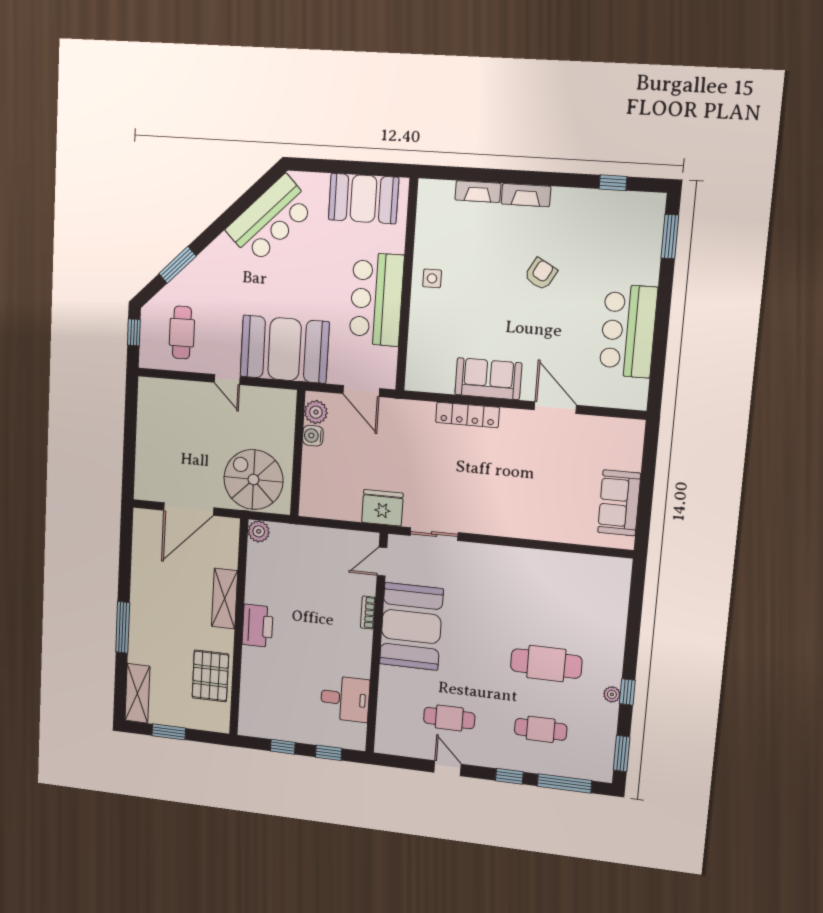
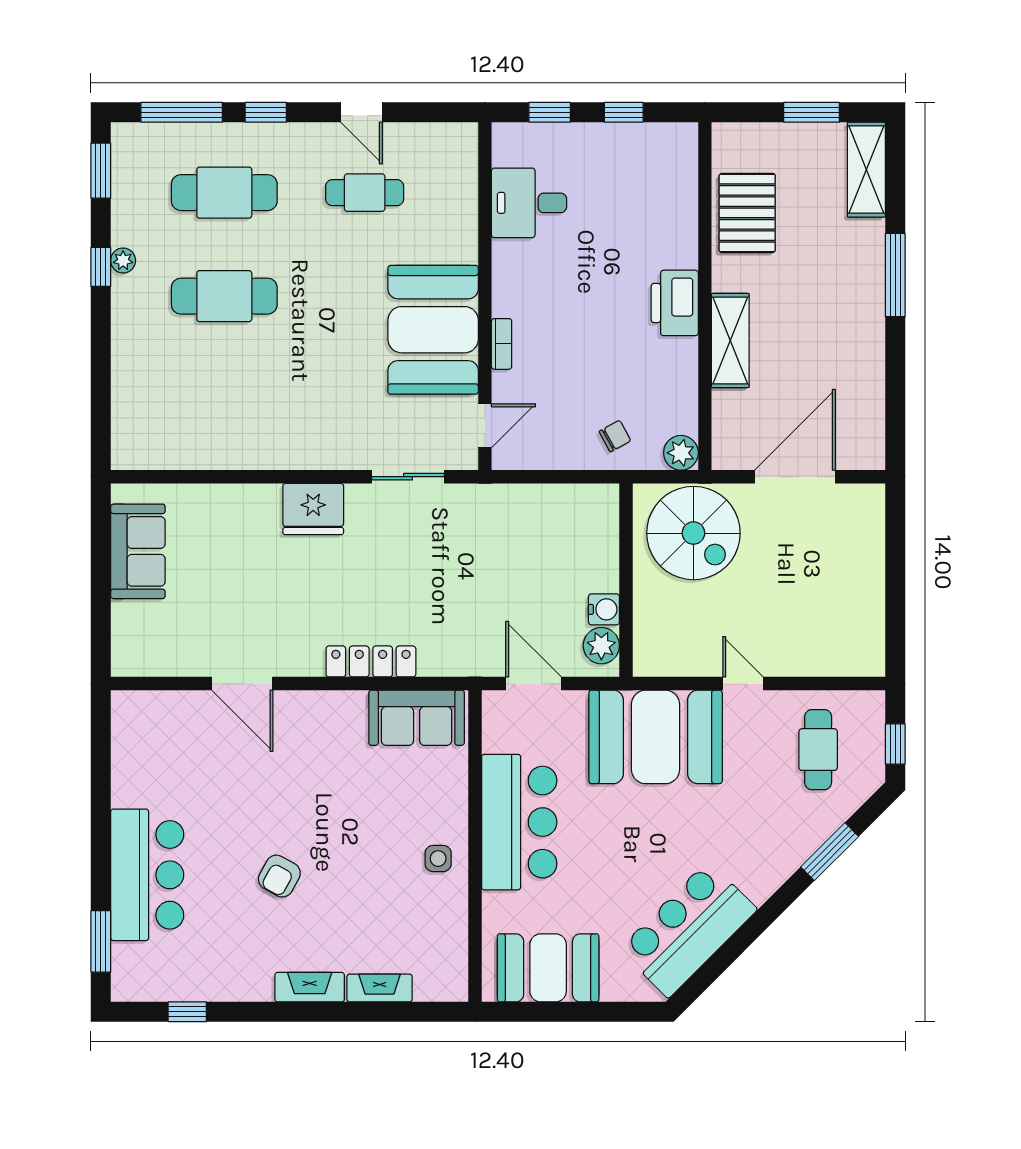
bar counter: (628, 331) -> (147, 875), moved
sofa: (488, 379) -> (417, 718), moved
fridge: (382, 508) -> (313, 509), moved
chair: (300, 546) -> (615, 436), added
cafe table: (541, 729) -> (224, 193), width x1.37, depth x1.35

